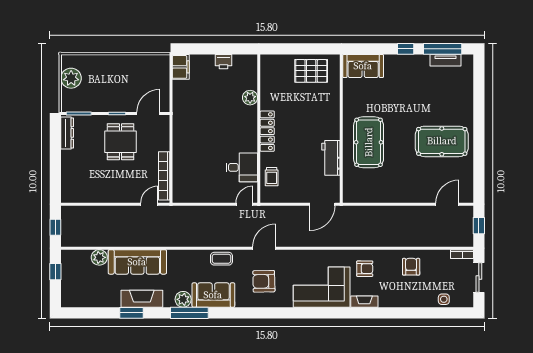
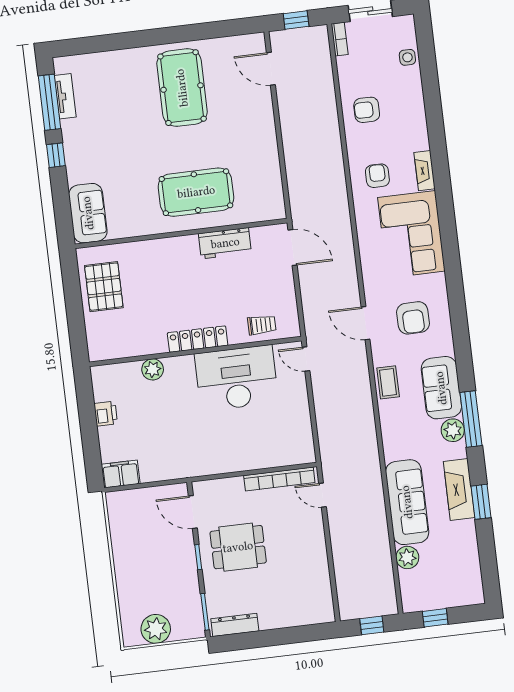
desk: (242, 167) -> (236, 378), width x1.87, depth x1.30

